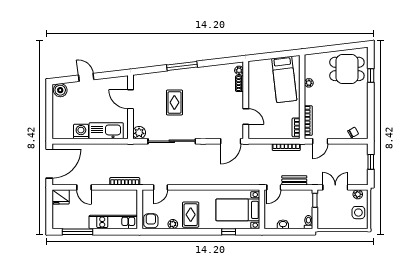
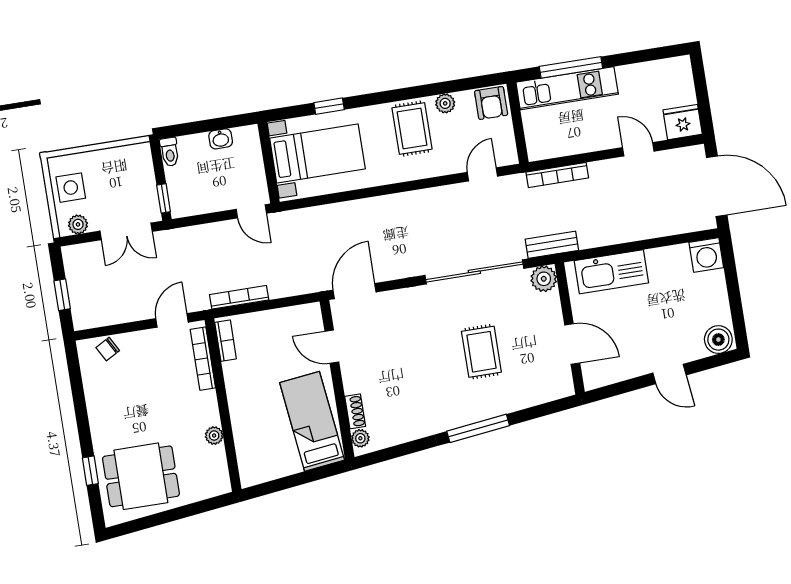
bed: (284, 79) -> (312, 421), moved
washing machine: (81, 132) -> (706, 255), moved
door: (49, 164) -> (717, 186), swing flipped
bench: (294, 180) -> (552, 245), moved
door: (274, 187) -> (251, 211), swing flipped
window: (77, 232) -> (571, 67), moved

